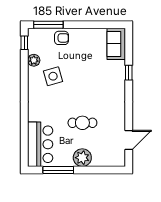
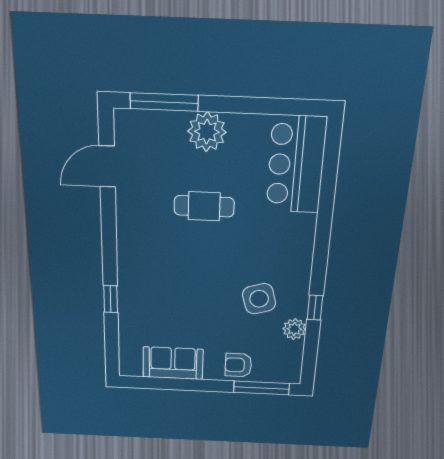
window: (24, 43) -> (315, 308), moved
sofa: (116, 44) -> (173, 363), moved, turned -90
window: (58, 170) -> (164, 102), moved

